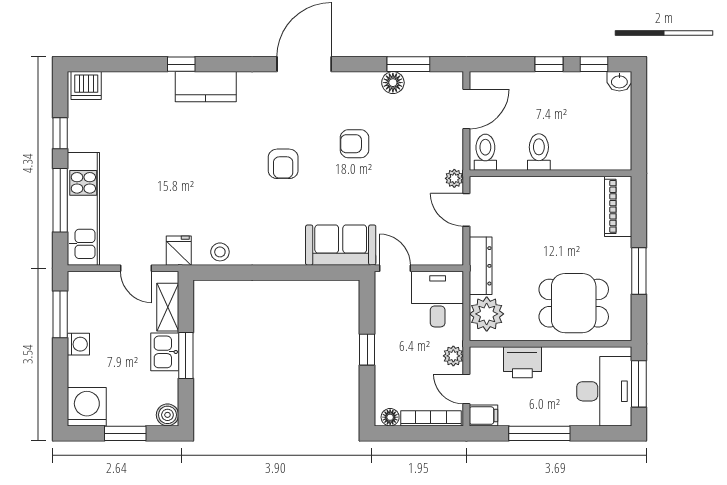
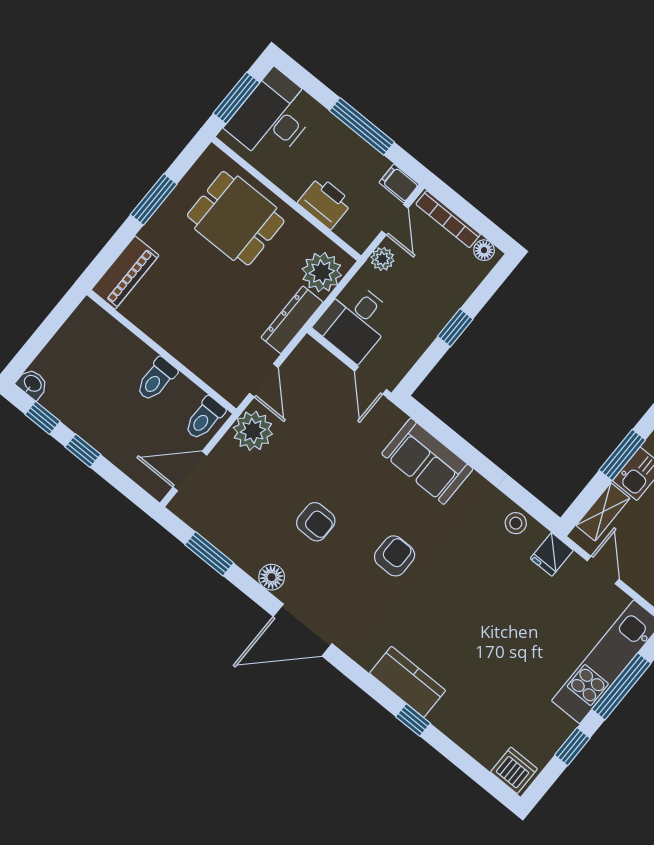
floor lamp: (393, 83) -> (272, 577), moved
plant: (454, 178) -> (253, 431), width x1.88, depth x1.88
sofa: (341, 245) -> (427, 461), moved

